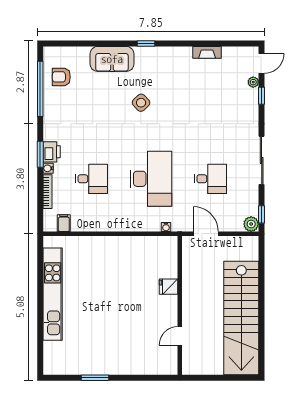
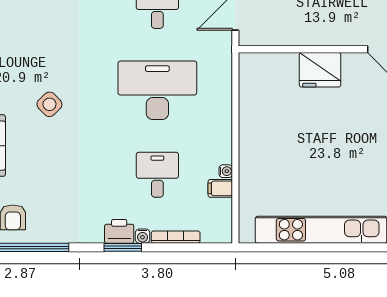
filing cabinet: (64, 223) -> (220, 188), moved
water cooler: (166, 227) -> (226, 171), moved
fridge: (168, 287) -> (320, 70), width x1.88, depth x1.34

